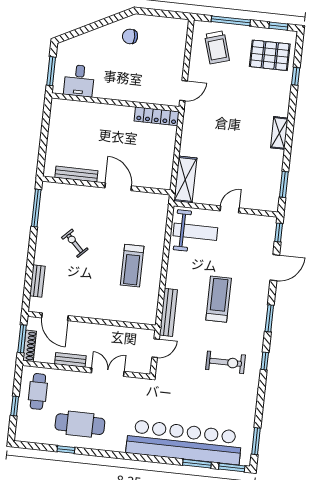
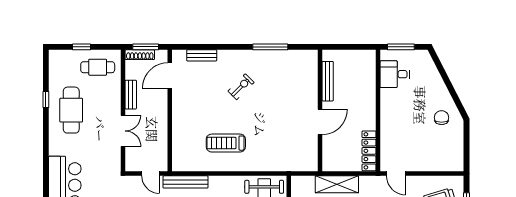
bench: (76, 174) -> (328, 81), moved
shelving: (185, 179) -> (337, 184), moved
wall: (106, 186) -> (320, 111), moved
door: (118, 187) -> (320, 122), moved

